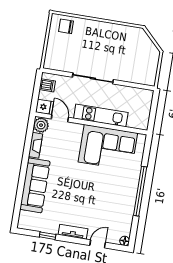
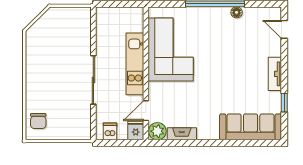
sofa: (35, 185) -> (250, 127), moved
floor lamp: (125, 241) -> (237, 12), moved
door: (98, 244) -> (284, 29), moved

